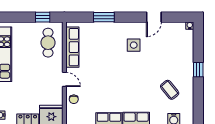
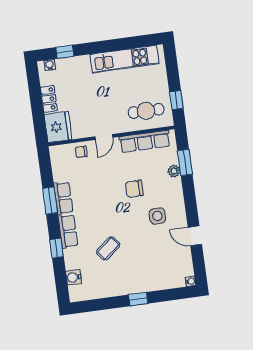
window: (104, 17) -> (185, 162), moved
plant: (99, 27) -> (174, 171), added
chair: (109, 61) -> (134, 189), added
coffee table: (170, 90) -> (108, 248), moved

